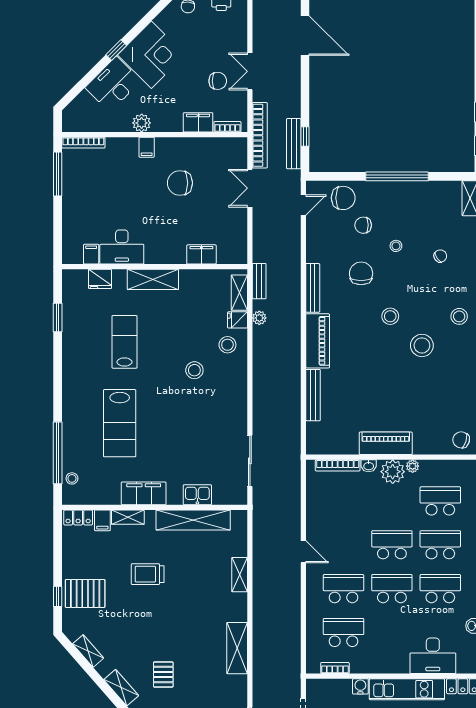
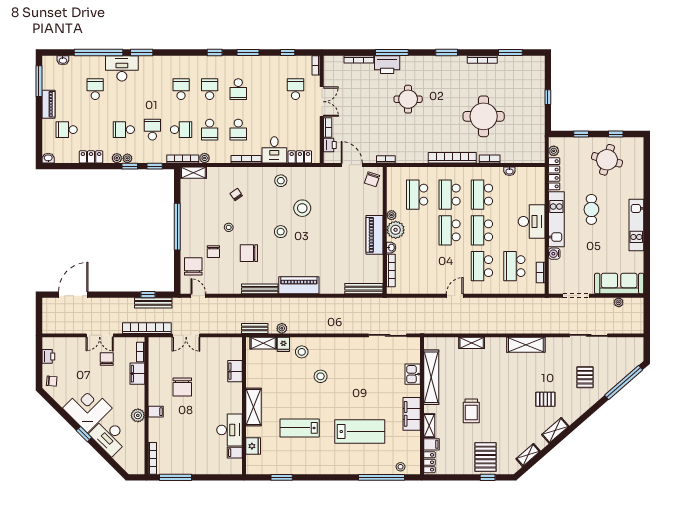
bench: (313, 395) -> (364, 289), moved
desk: (433, 656) -> (532, 221), moved

